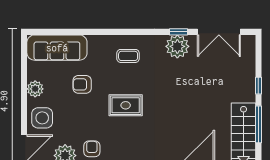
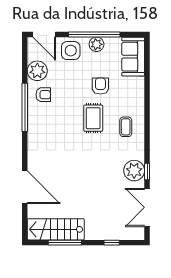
sofa: (57, 48) -> (133, 57), width x0.73
window: (258, 86) -> (112, 243), moved
window: (24, 91) -> (94, 34), added
rug: (126, 105) -> (93, 118), moved

